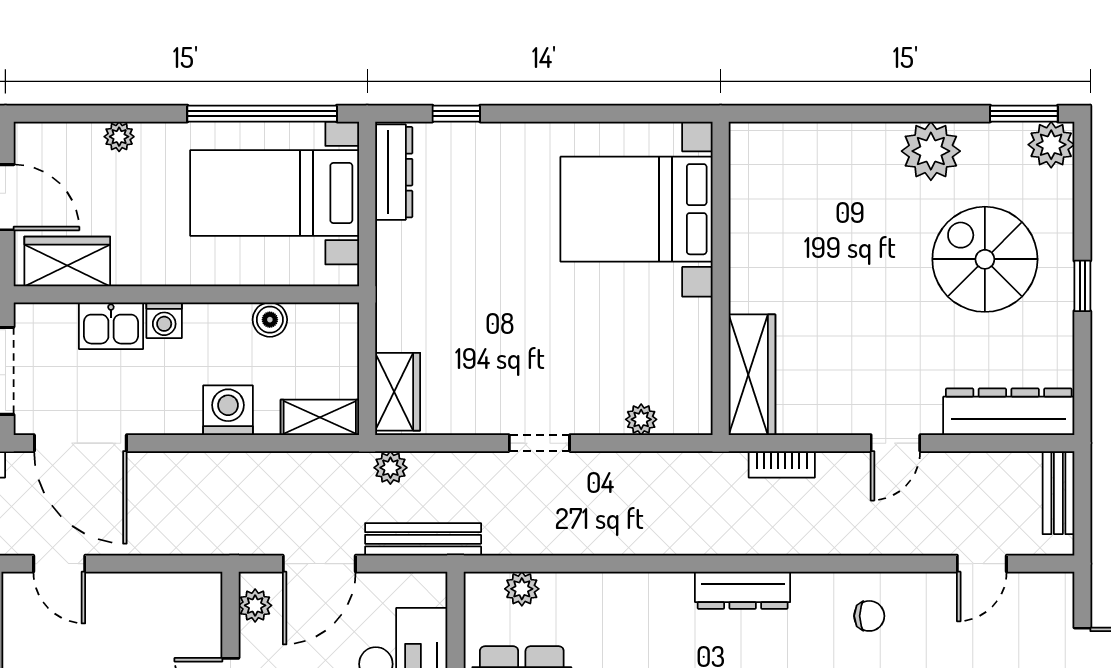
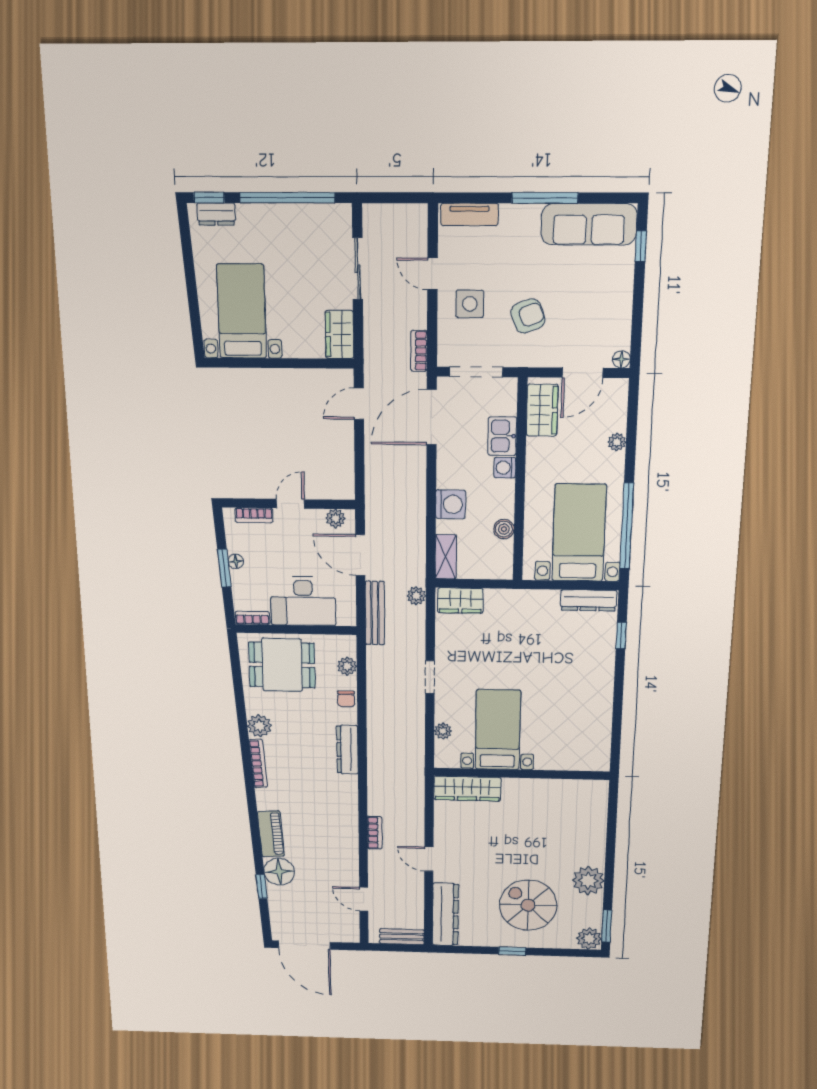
bed with nightstands: (637, 209) -> (498, 730), moved, width x0.73
spiral stairs: (985, 259) -> (528, 905), turned -90
bookcase: (782, 464) -> (375, 833), moved, turned 180
dresser: (743, 590) -> (347, 750), moved
chair: (869, 616) -> (346, 699), moved

